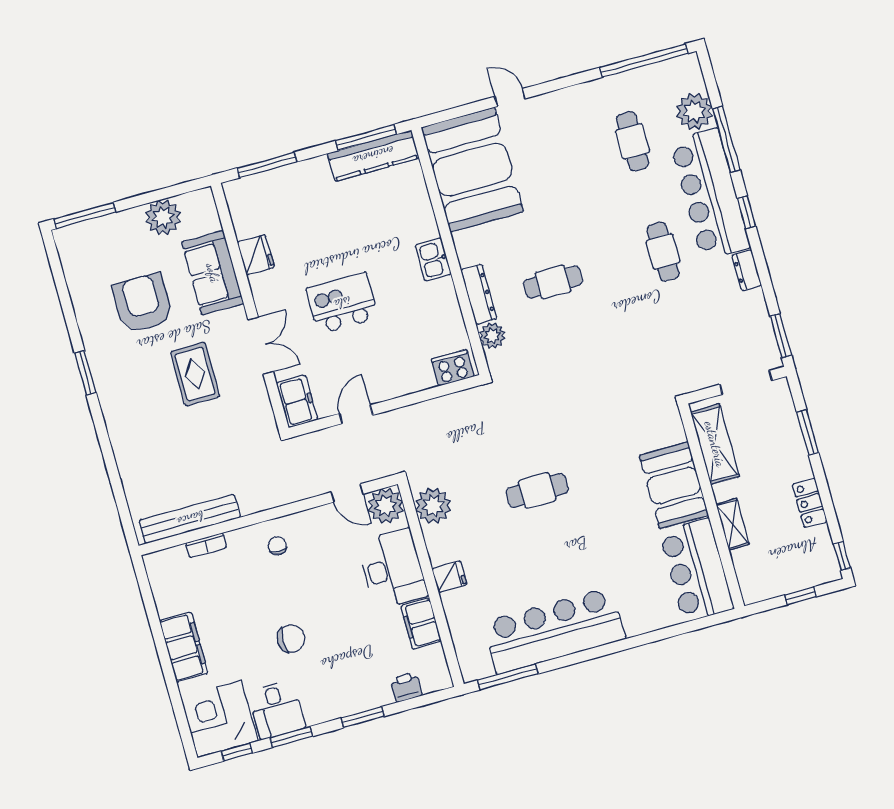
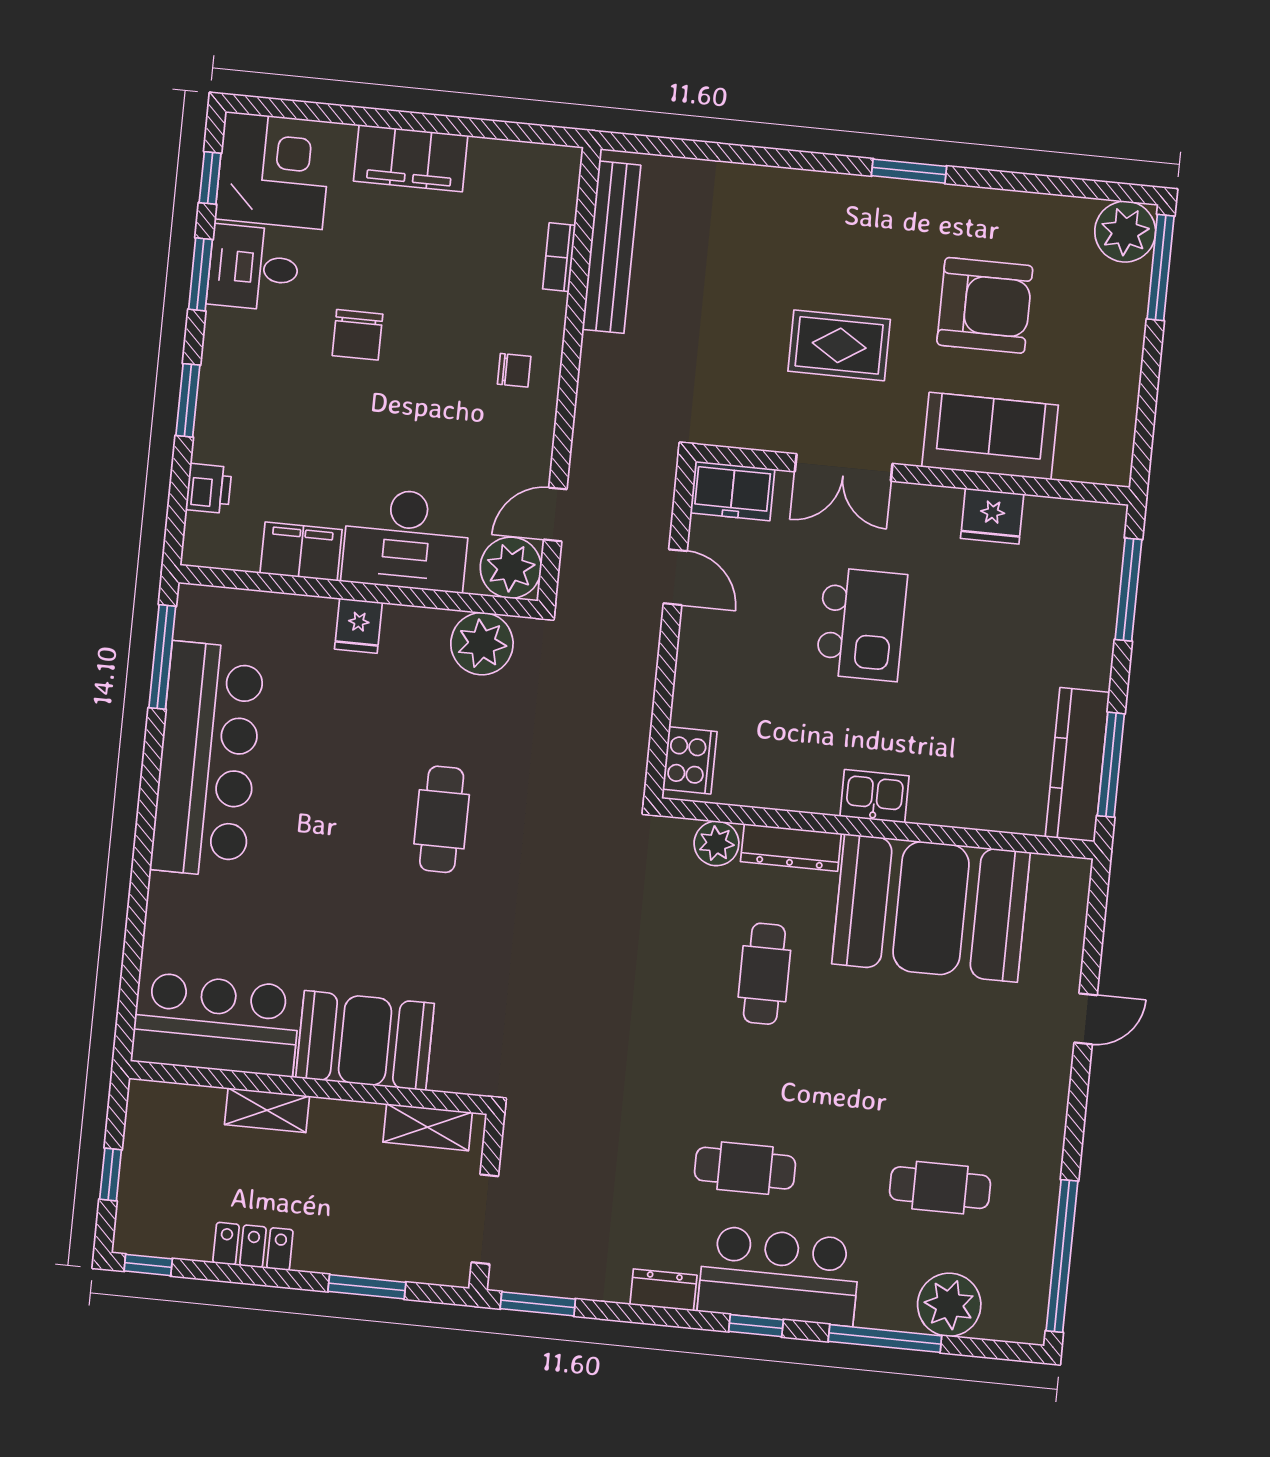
booth: (472, 170) -> (931, 908), moved
bar counter: (710, 194) -> (779, 1276), width x0.73
plant: (163, 217) -> (1125, 232), moved
shelving: (715, 444) -> (428, 1127), width x0.67, depth x0.75

